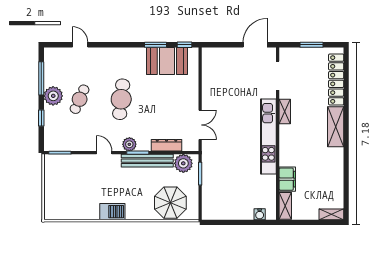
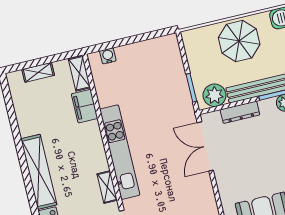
double door: (200, 125) -> (205, 146), width x1.37
shelving: (336, 127) -> (39, 172), width x1.47
parasol: (170, 203) -> (239, 41), moved
shelving: (331, 214) -> (38, 72), moved

